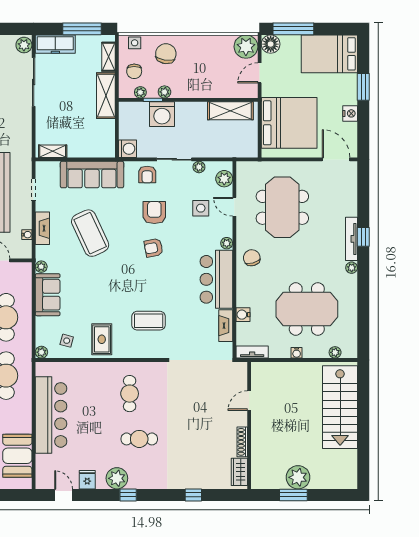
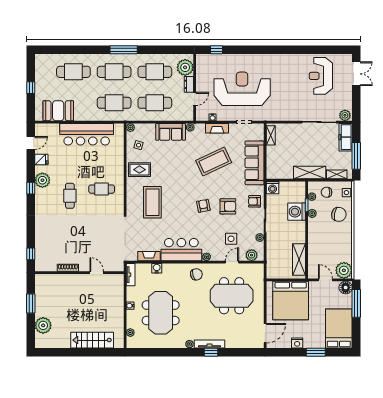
coffee table: (149, 321) -> (152, 202), width x1.36, depth x1.32
stairs: (340, 407) -> (92, 340), width x0.73, depth x0.66
wardrobe: (239, 472) -> (47, 266), removed
plant: (298, 477) -> (43, 325), moved
window: (193, 495) -> (31, 254), moved

